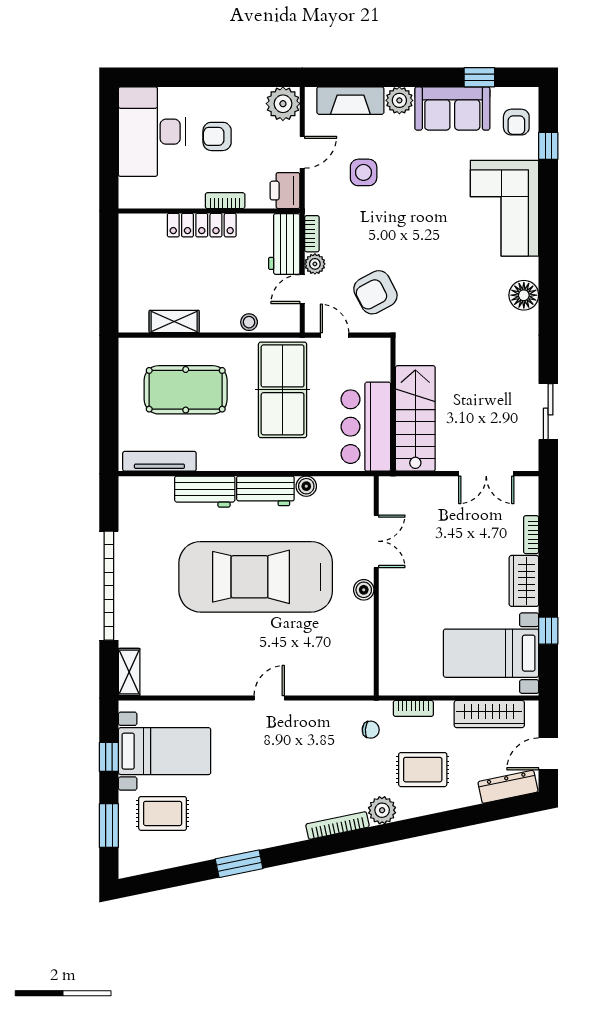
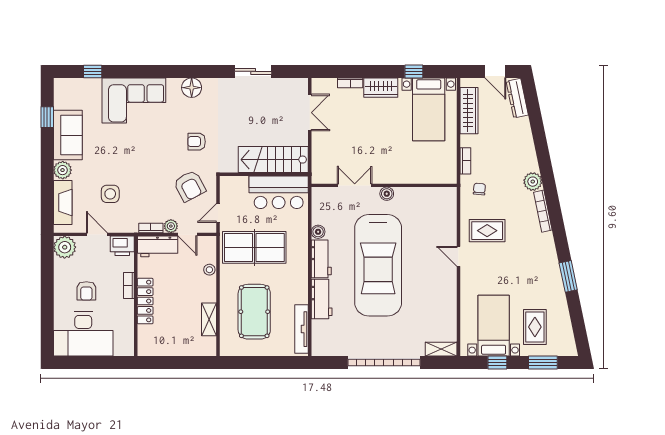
armchair: (516, 122) -> (197, 142), moved, turned 180
sliding door: (548, 412) -> (253, 71), moved
rug: (423, 770) -> (487, 231), moved, turned 90

